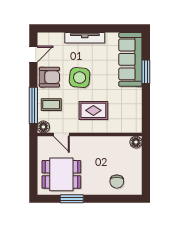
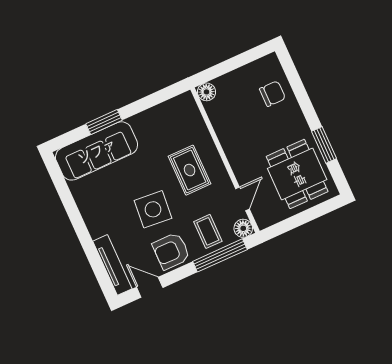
tv unit: (85, 38) -> (112, 265), moved
armchair: (49, 77) -> (171, 251), turned -90

